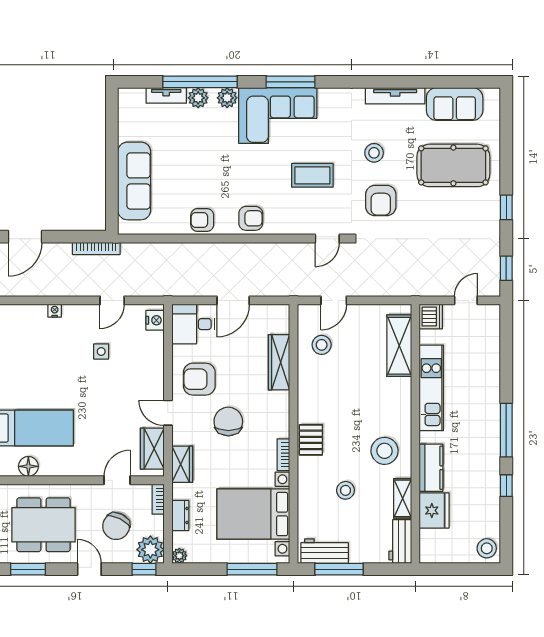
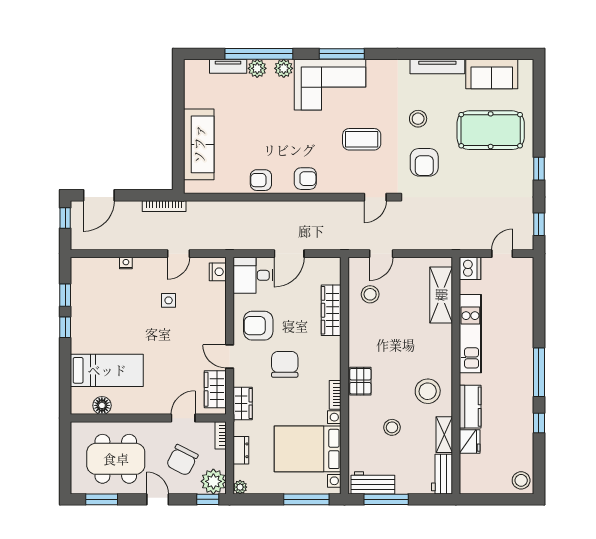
fridge: (434, 510) -> (470, 441), width x0.73, depth x0.75

